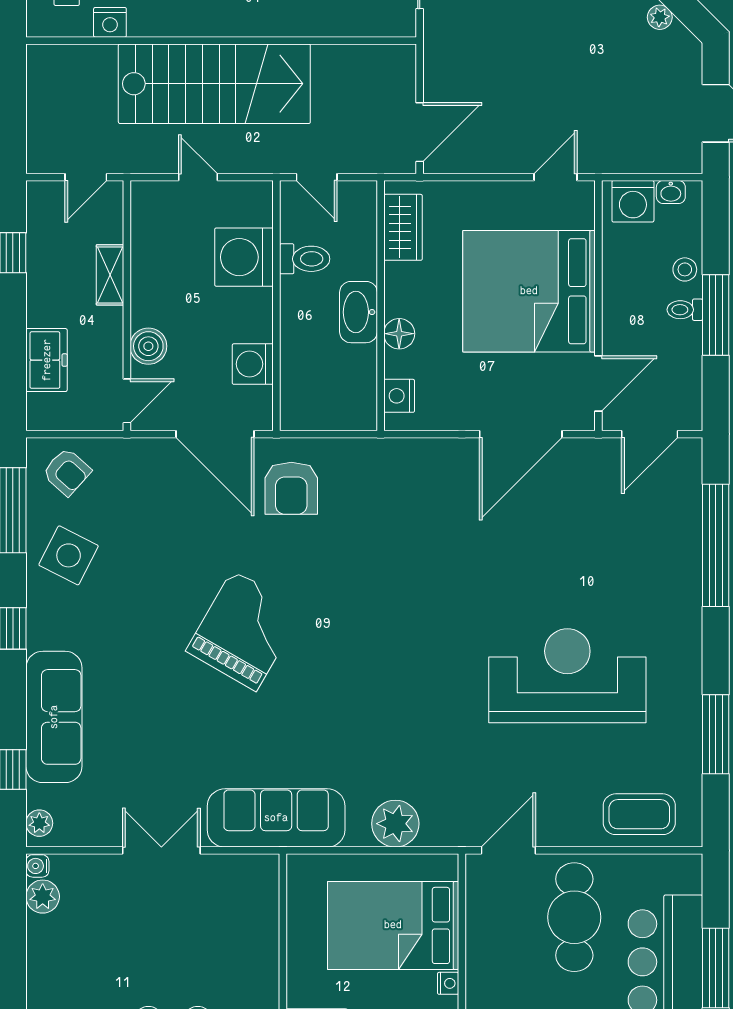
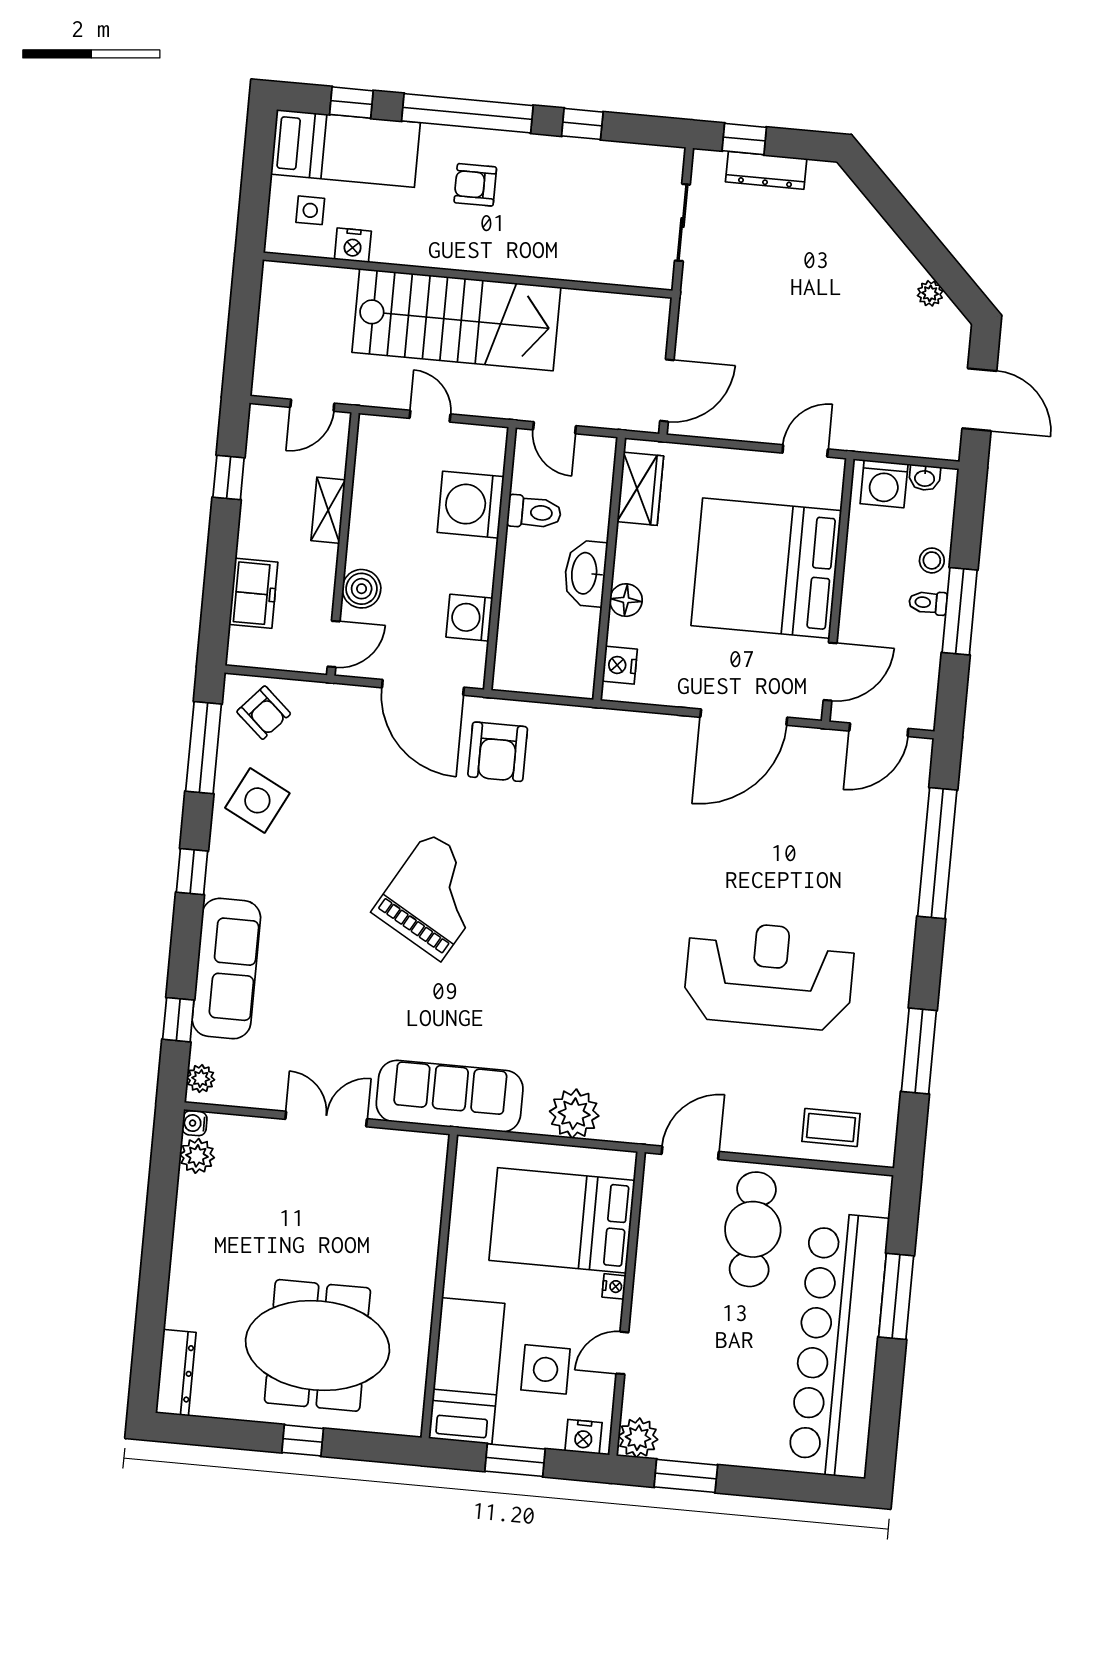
coffee table: (639, 814) -> (831, 1128), width x0.73, depth x0.77

